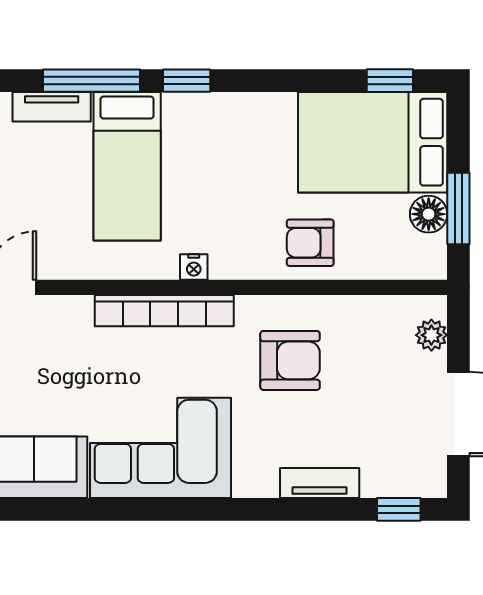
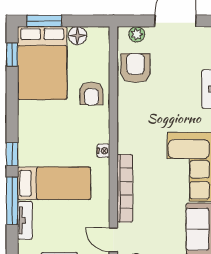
window: (458, 209) -> (44, 21), moved
bookcase: (164, 311) -> (125, 188), moved
armchair: (290, 360) -> (135, 68), moved

